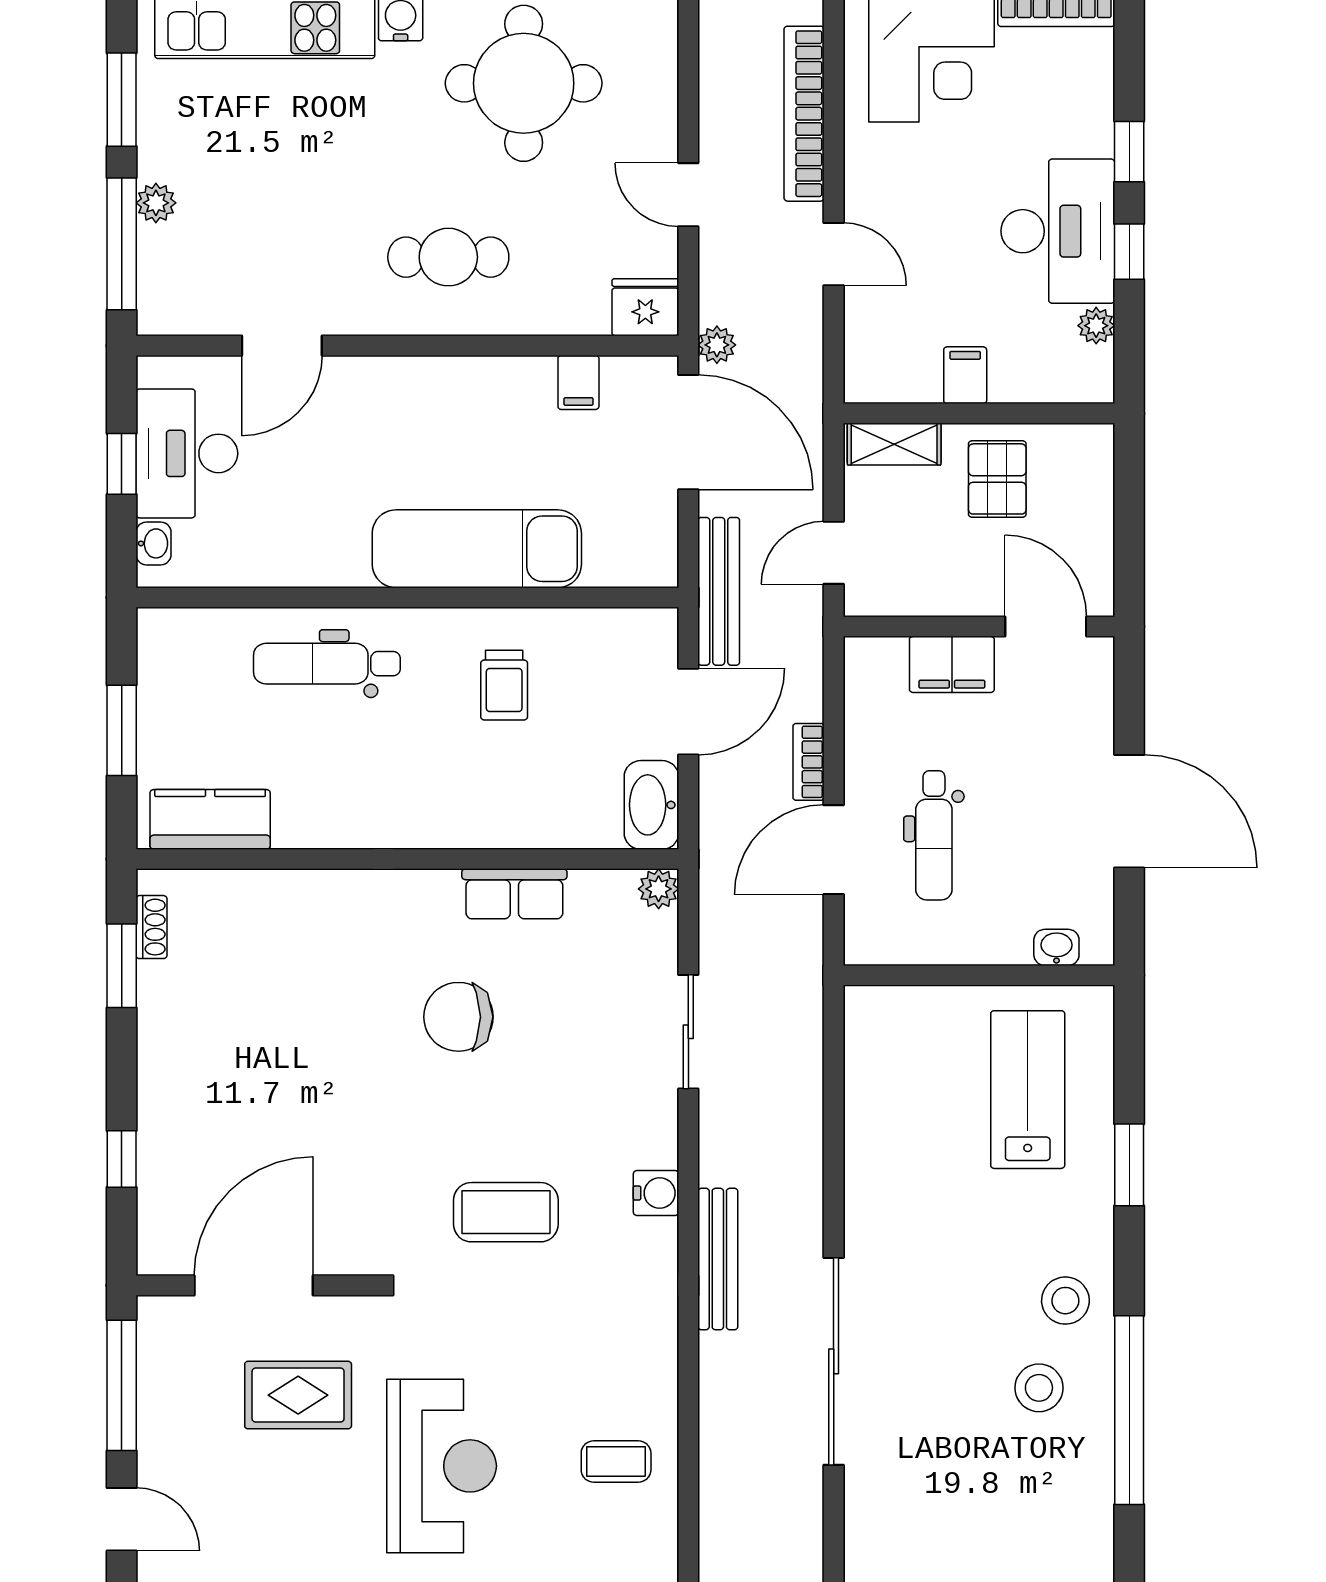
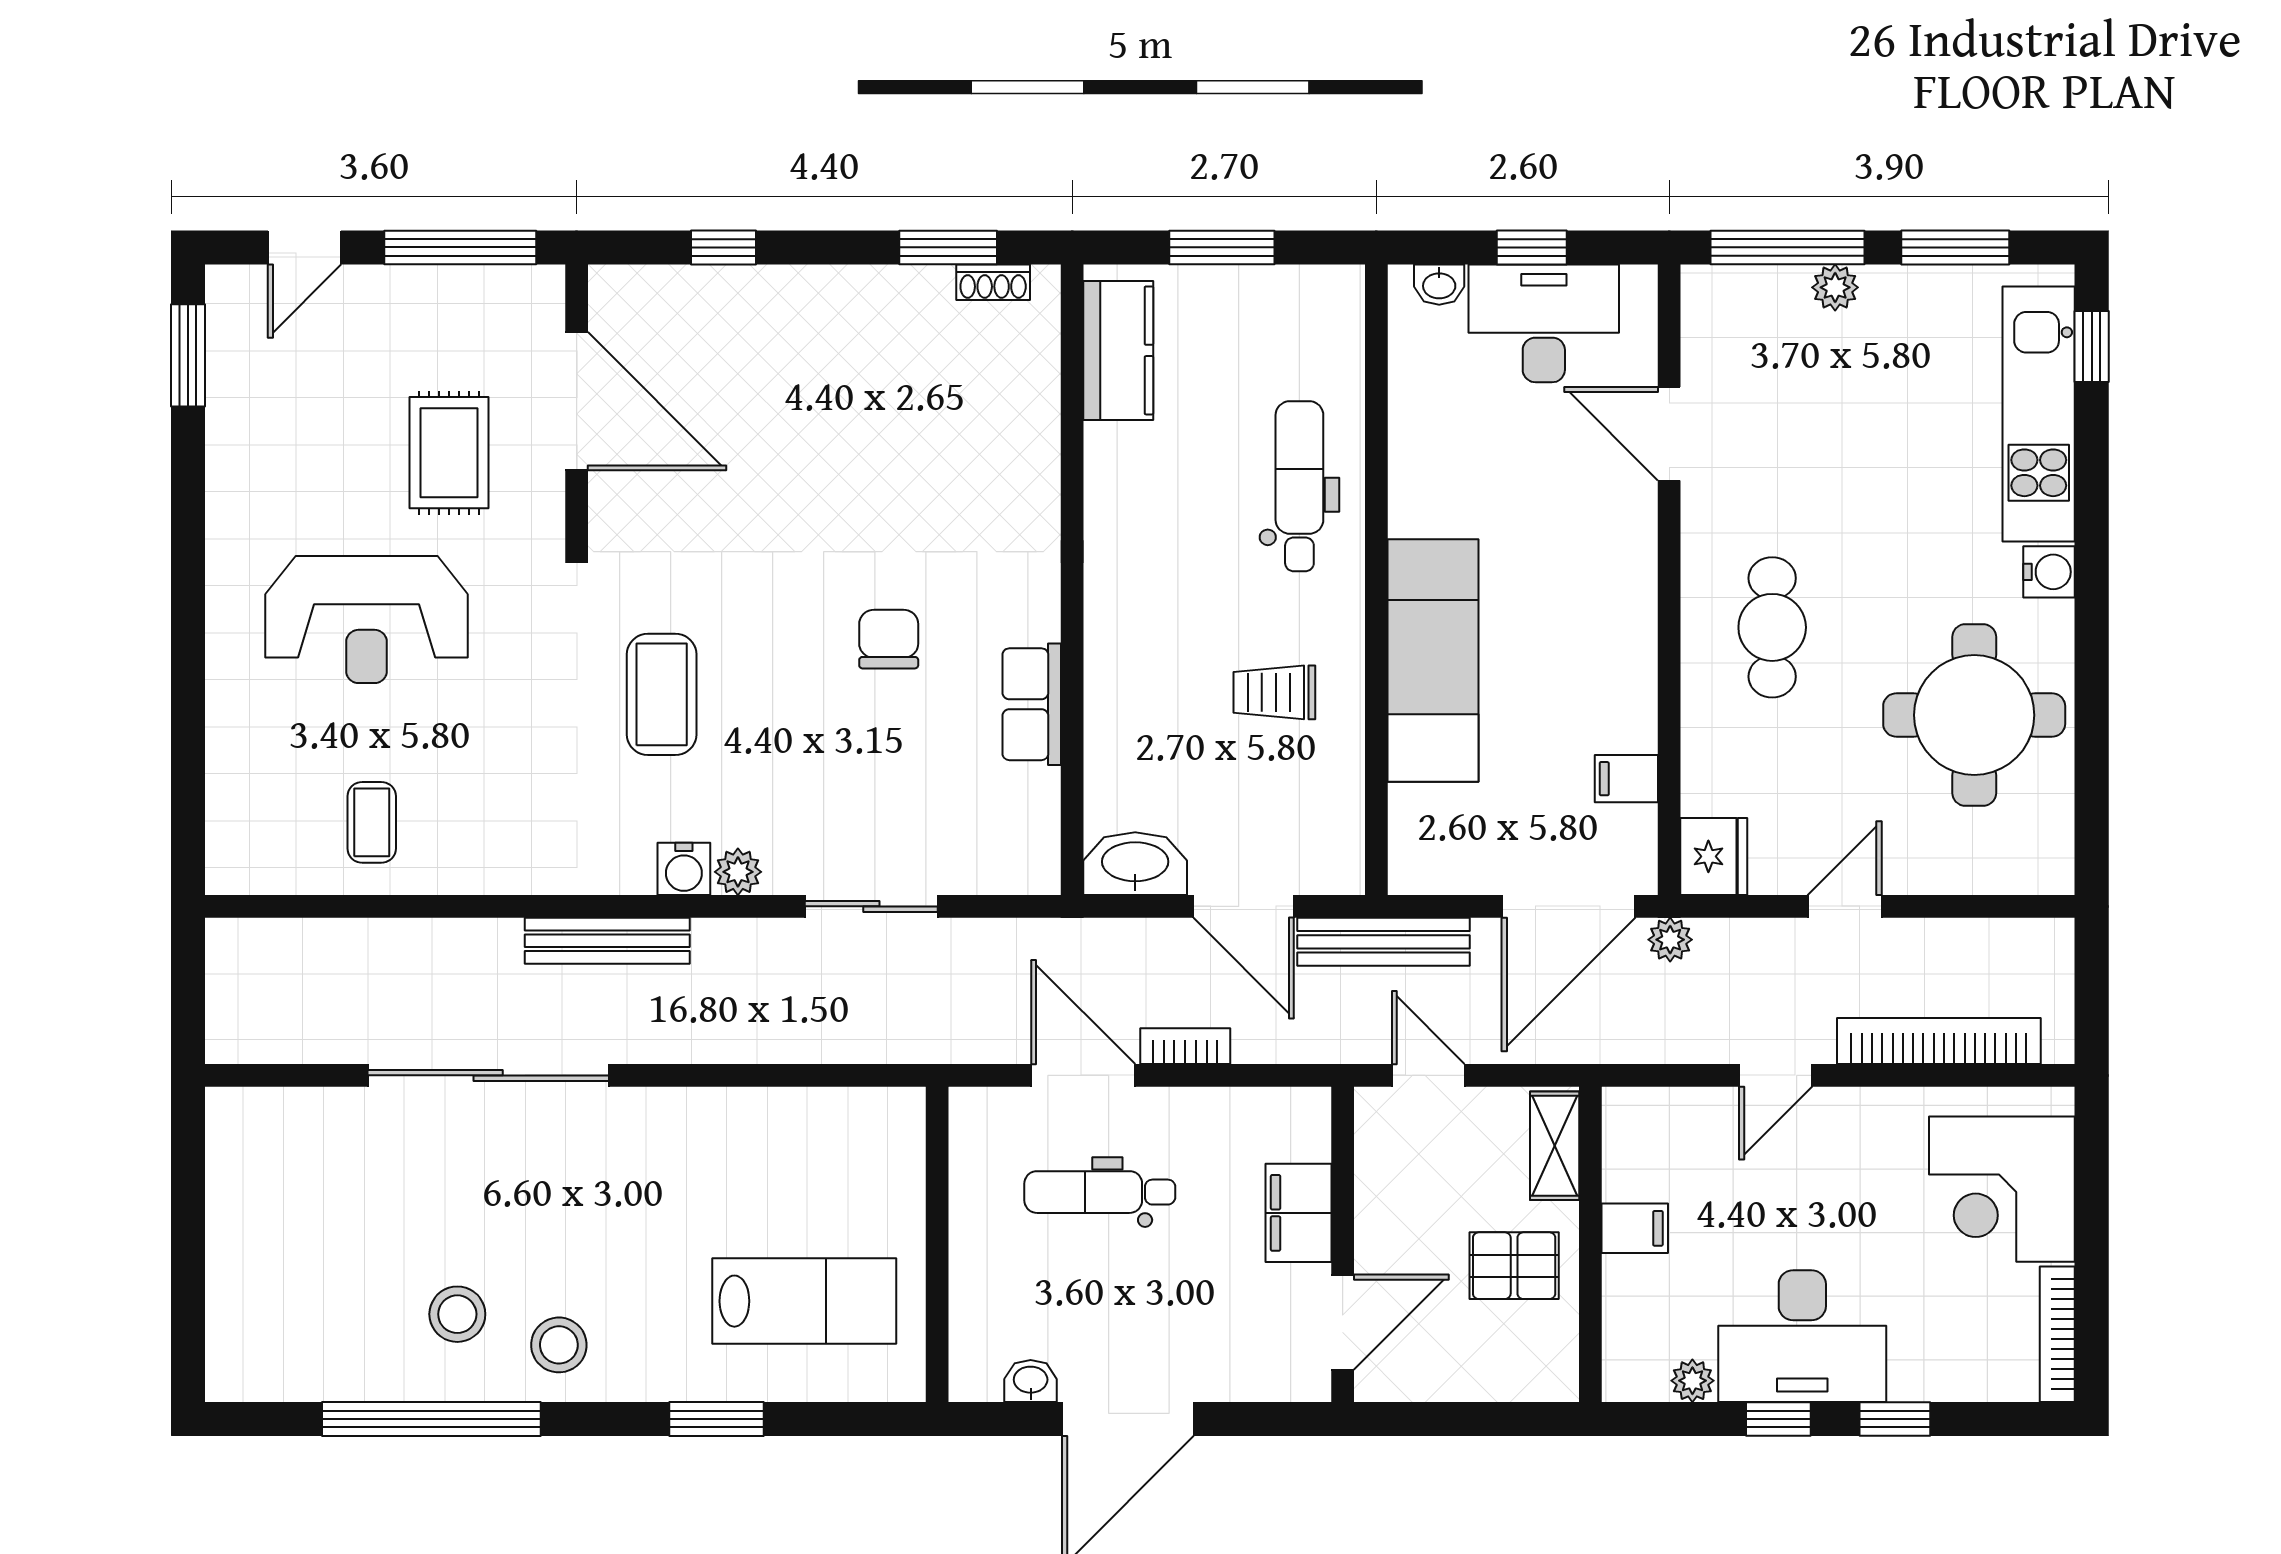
plant: (659, 889) -> (738, 872), moved
washbasin: (1056, 947) -> (1031, 1381), moved, turned -90
chair: (458, 1017) -> (889, 639), width x0.73, depth x0.73

